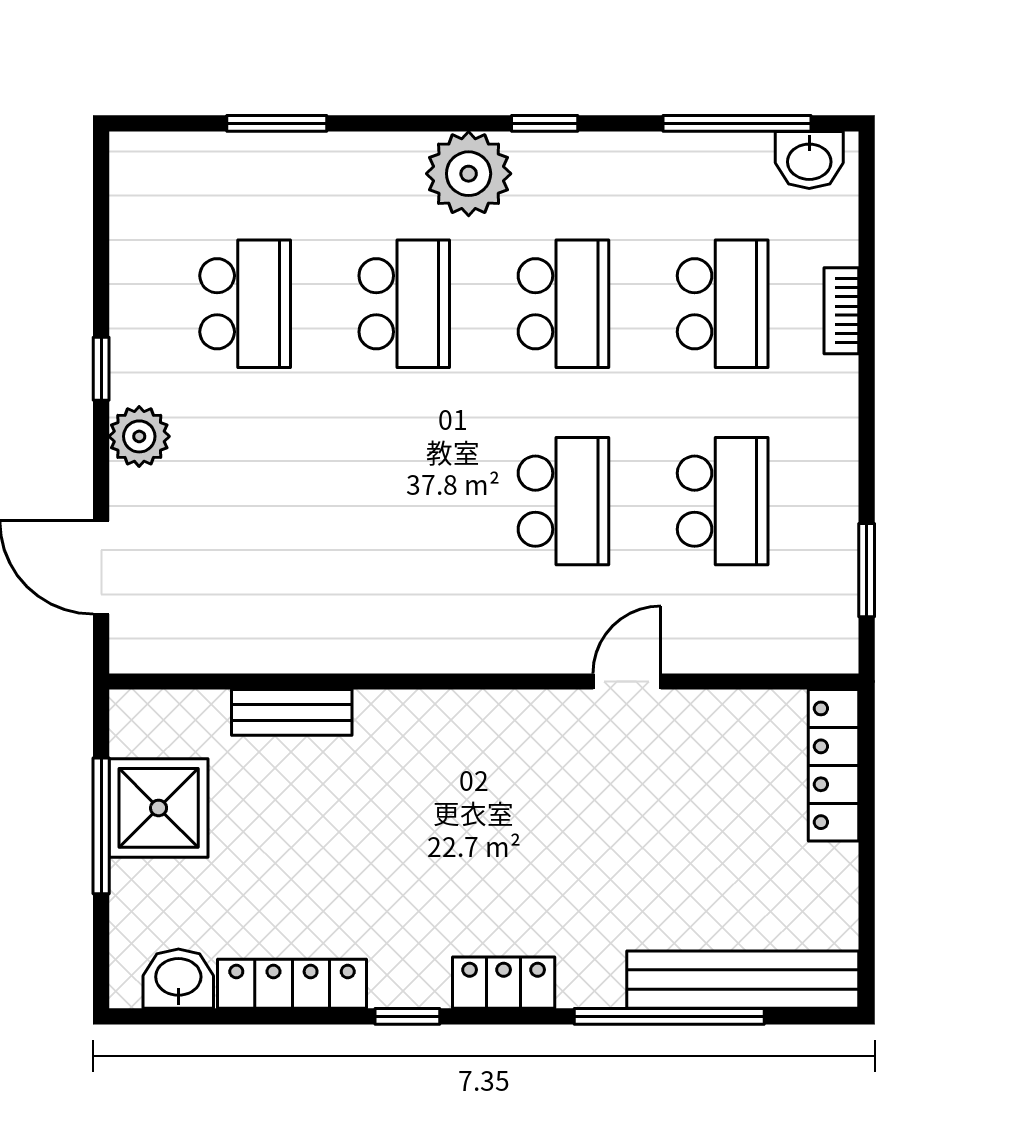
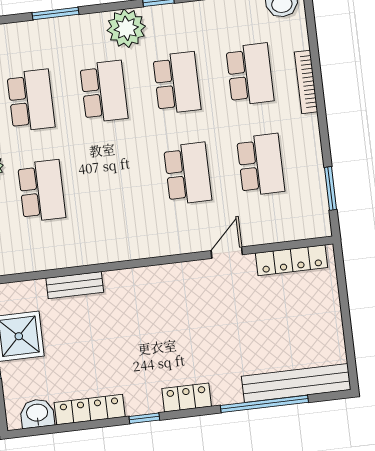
window: (277, 123) -> (55, 13), moved
bookcase: (841, 311) -> (306, 82), width x1.56
school desk: (245, 501) -> (42, 191), added
locker: (833, 765) -> (292, 260), moved, turned -90

